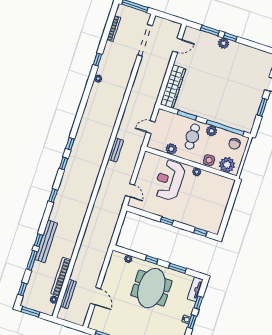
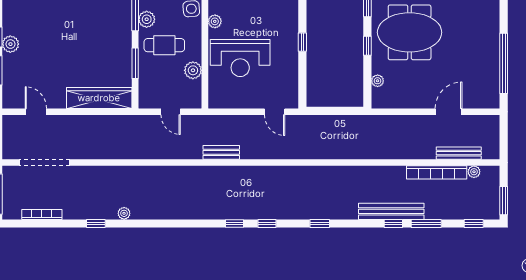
door: (130, 190) -> (275, 112), swing flipped

